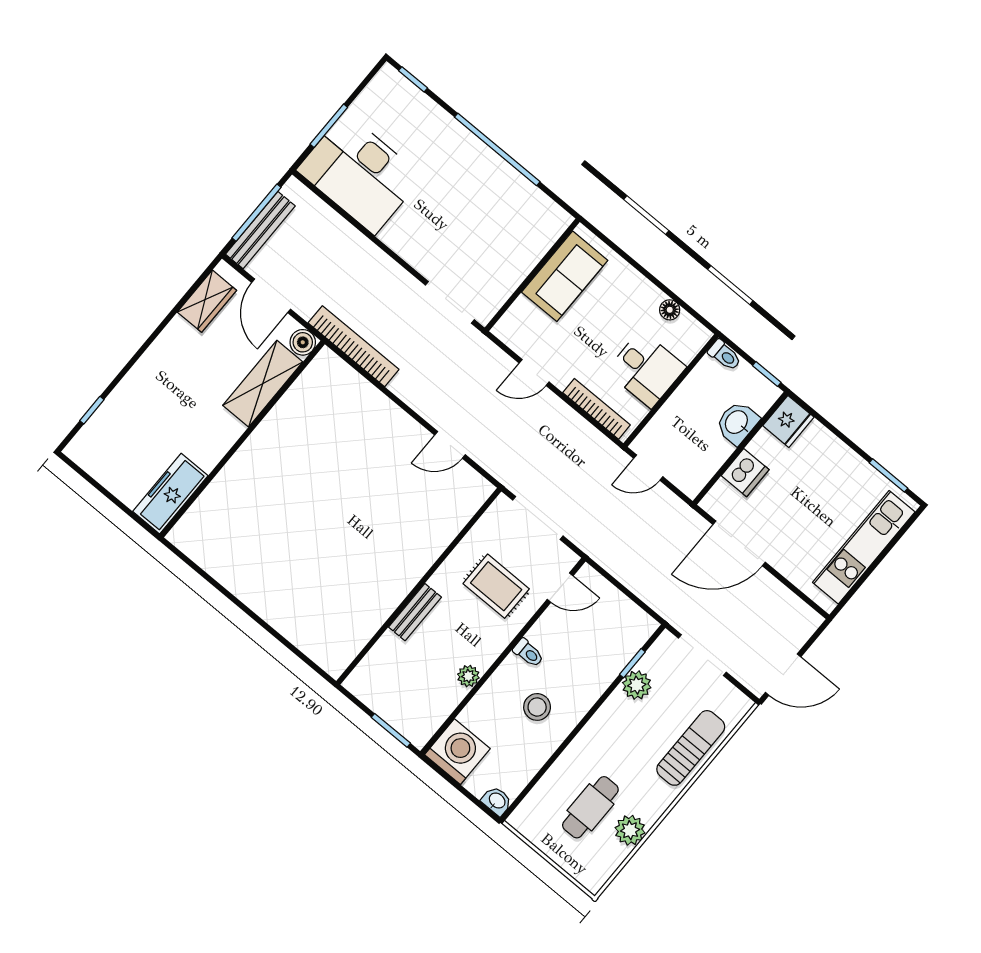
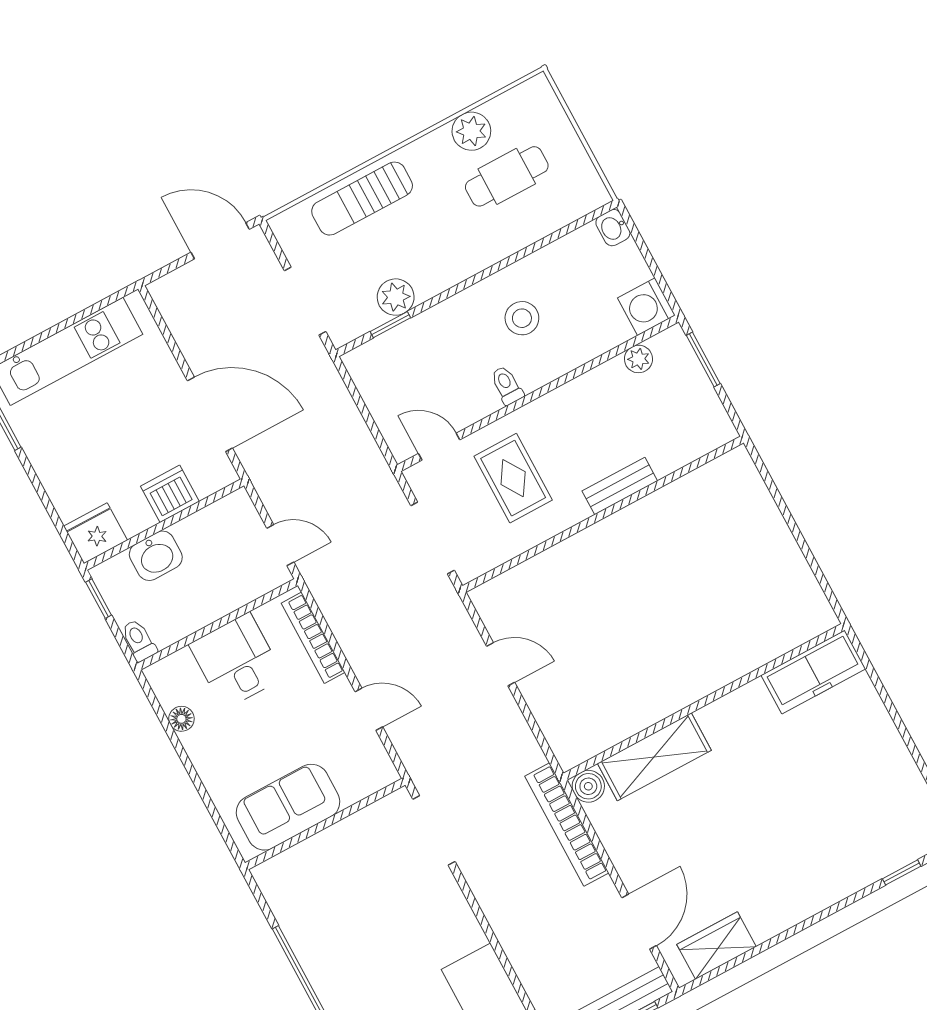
boiler: (303, 342) -> (588, 786), moved
shelving: (263, 384) -> (654, 757), moved
wall: (242, 439) -> (704, 702), moved
freezer: (170, 494) -> (813, 672), moved
plant: (468, 676) -> (638, 359), moved
washing machine: (457, 752) -> (646, 307), width x0.73, depth x0.73

